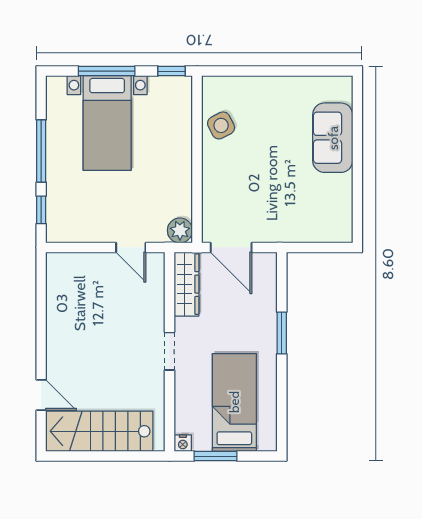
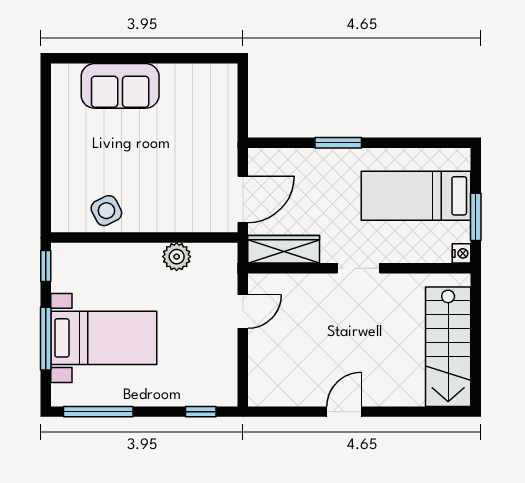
window: (41, 151) -> (98, 412), moved
plant: (180, 230) -> (177, 257), moved
door: (41, 395) -> (344, 412), moved

